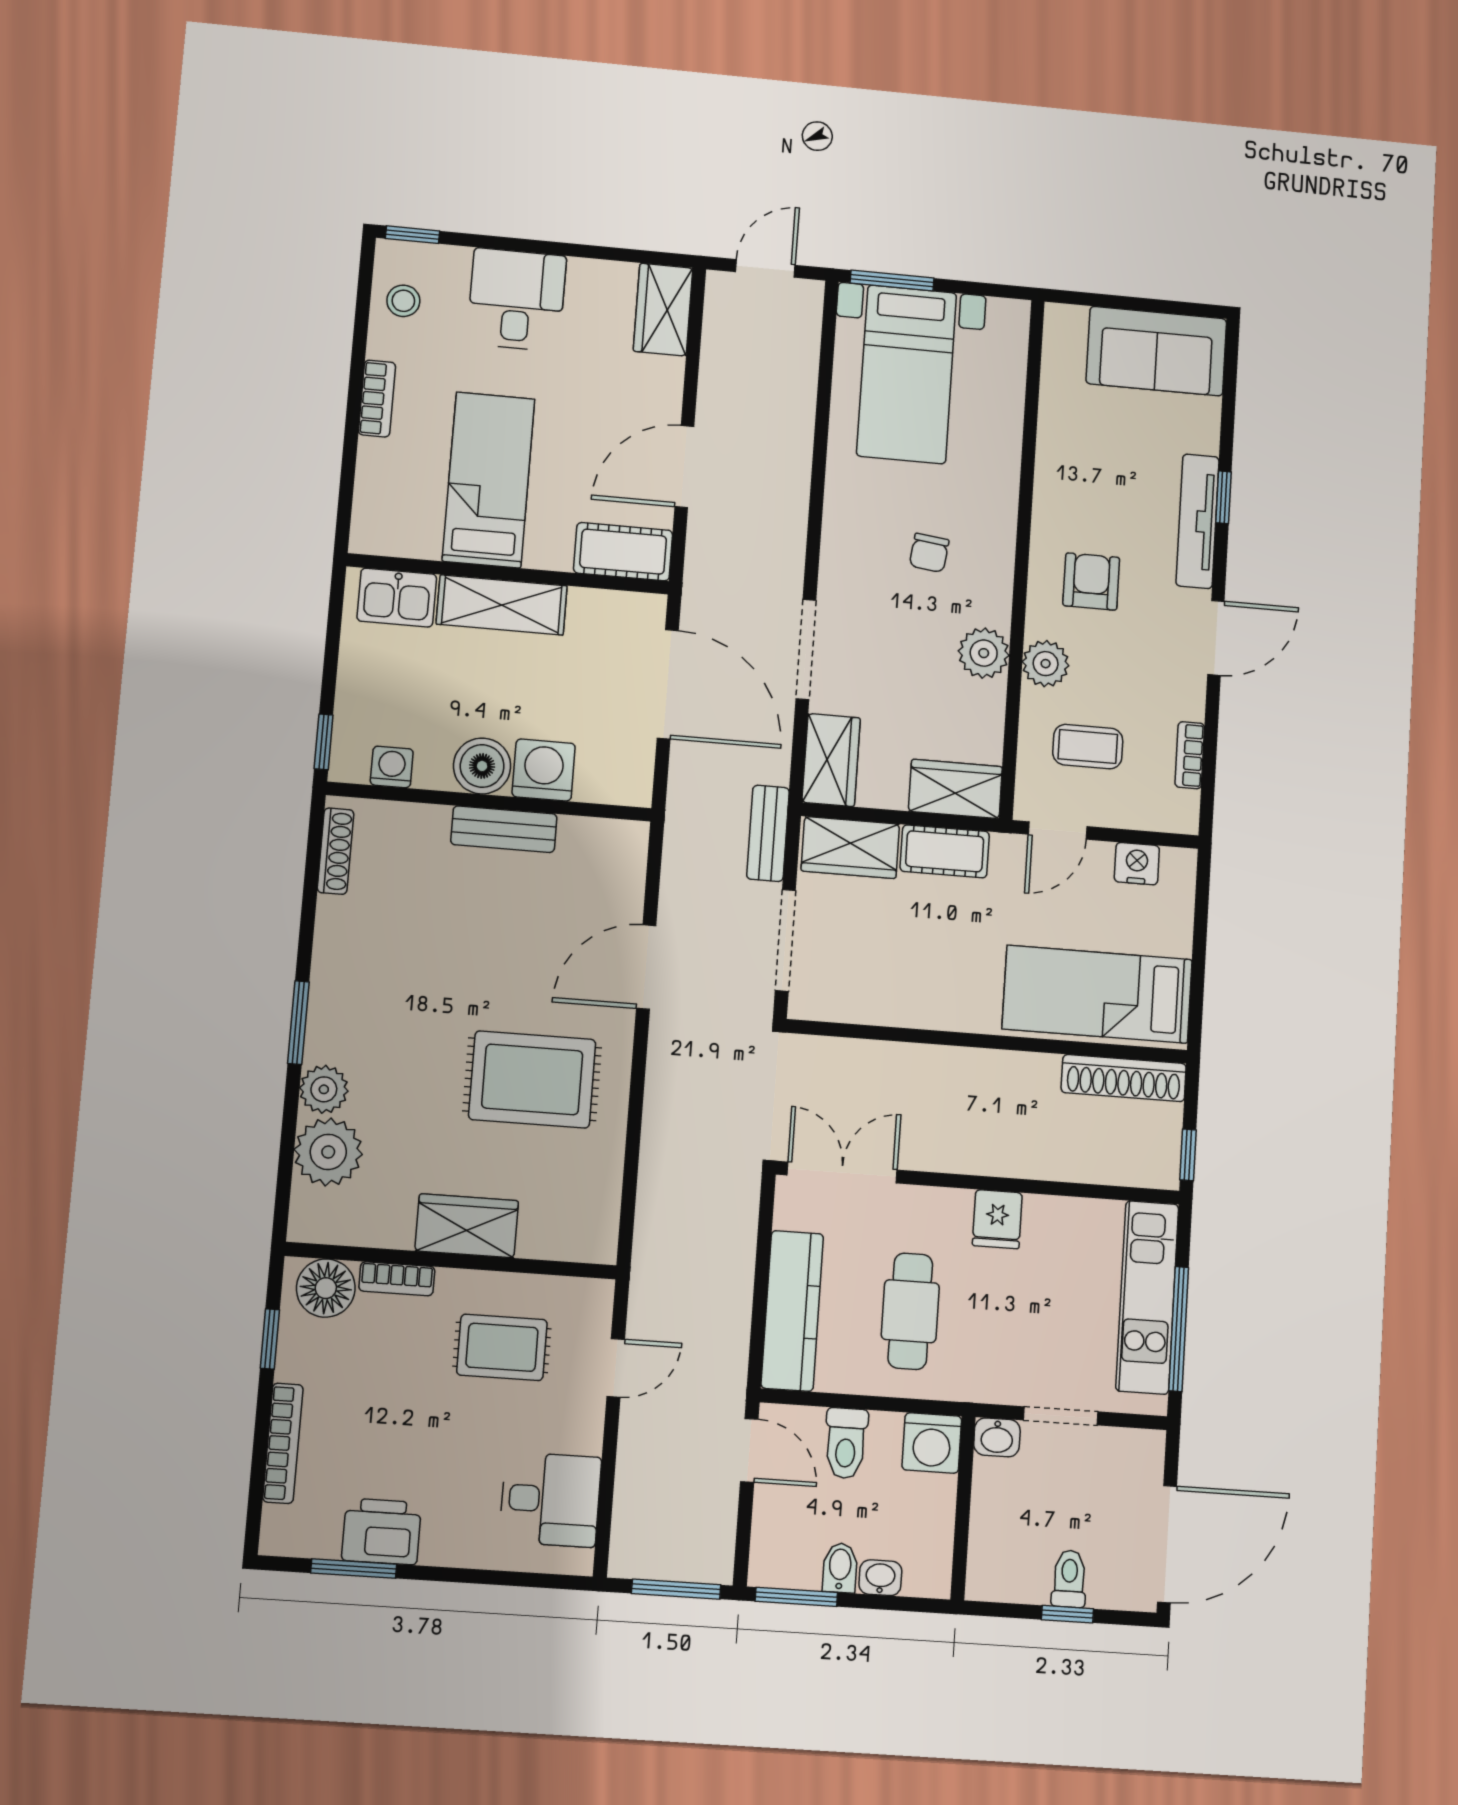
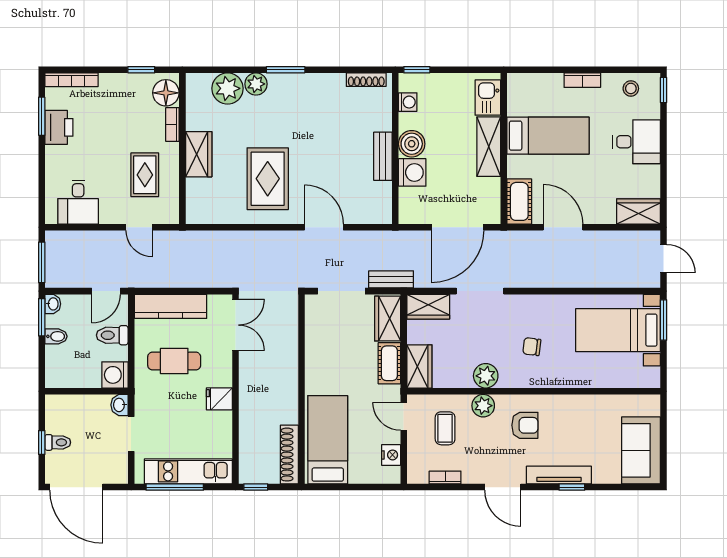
bookcase: (283, 1443) -> (72, 80), moved
washbasin: (880, 1578) -> (53, 304), moved

